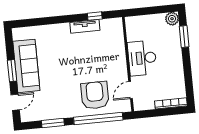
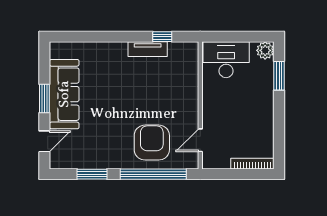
desk: (142, 58) -> (226, 60), moved, turned 90

